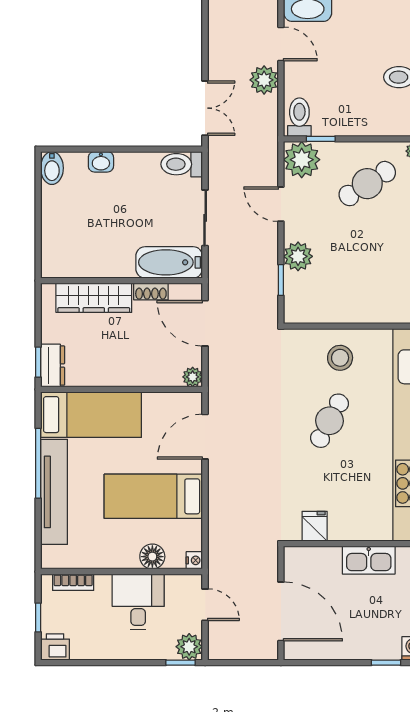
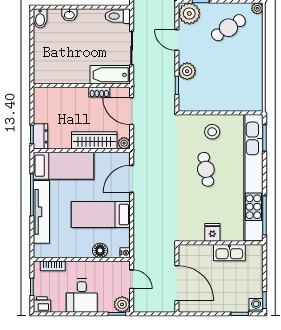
wardrobe: (94, 298) -> (94, 140), moved, turned 180
cafe table: (329, 421) -> (206, 169), turned -38
fridge: (315, 526) -> (212, 232), moved
desk: (138, 602) -> (82, 296), moved, turned 180

